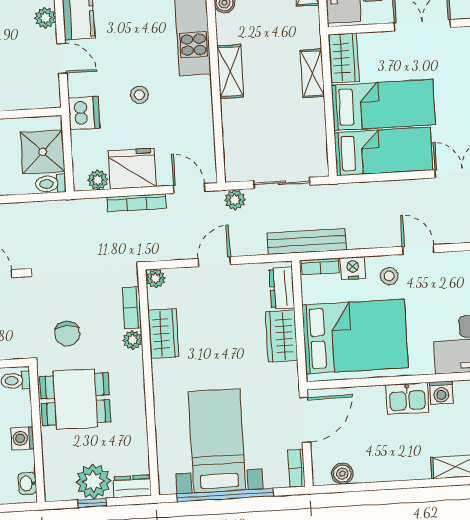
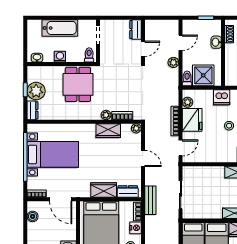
plant: (235, 200) -> (173, 62), moved
bench: (307, 241) -> (150, 200), width x0.73
chair: (67, 334) -> (111, 82), removed

